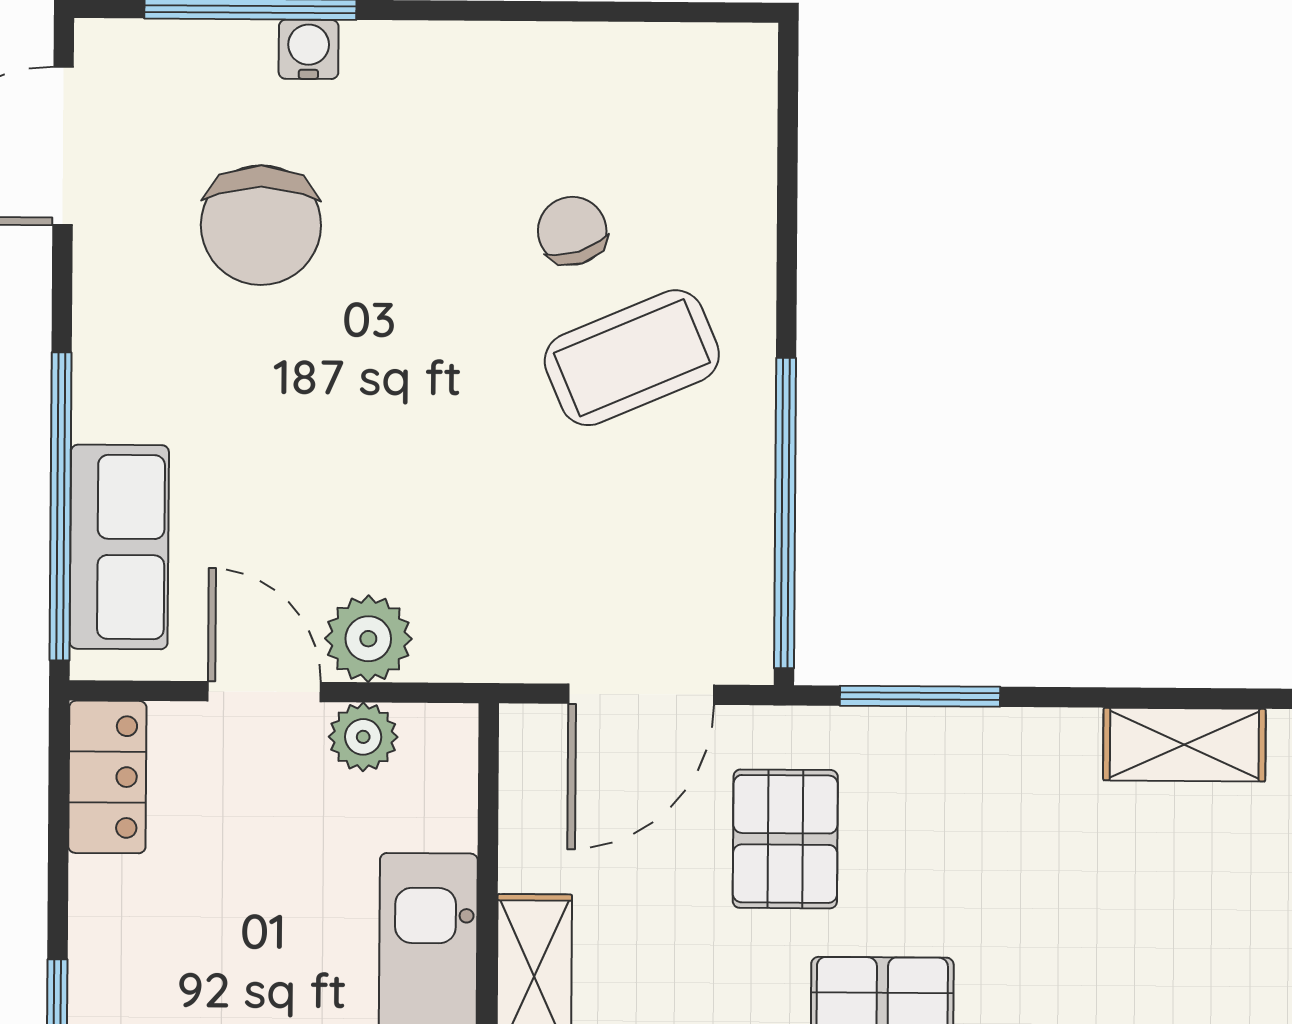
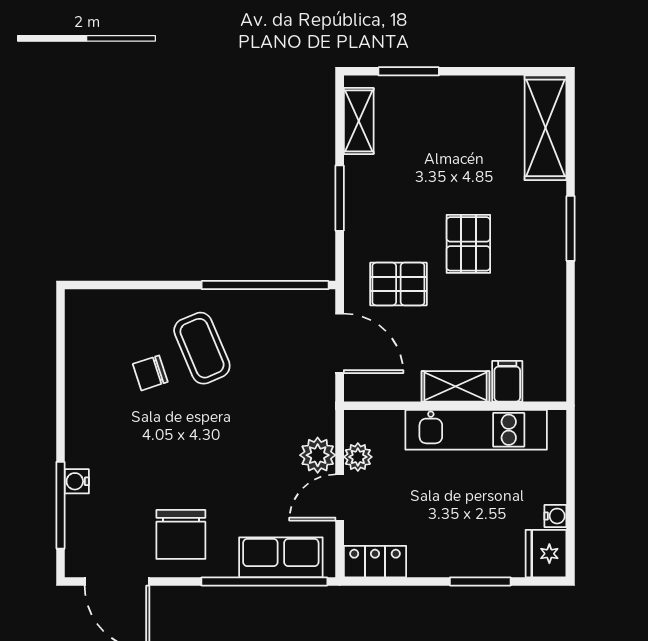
chair: (261, 225) -> (181, 534), moved, turned 90
window: (920, 696) -> (340, 198), moved

